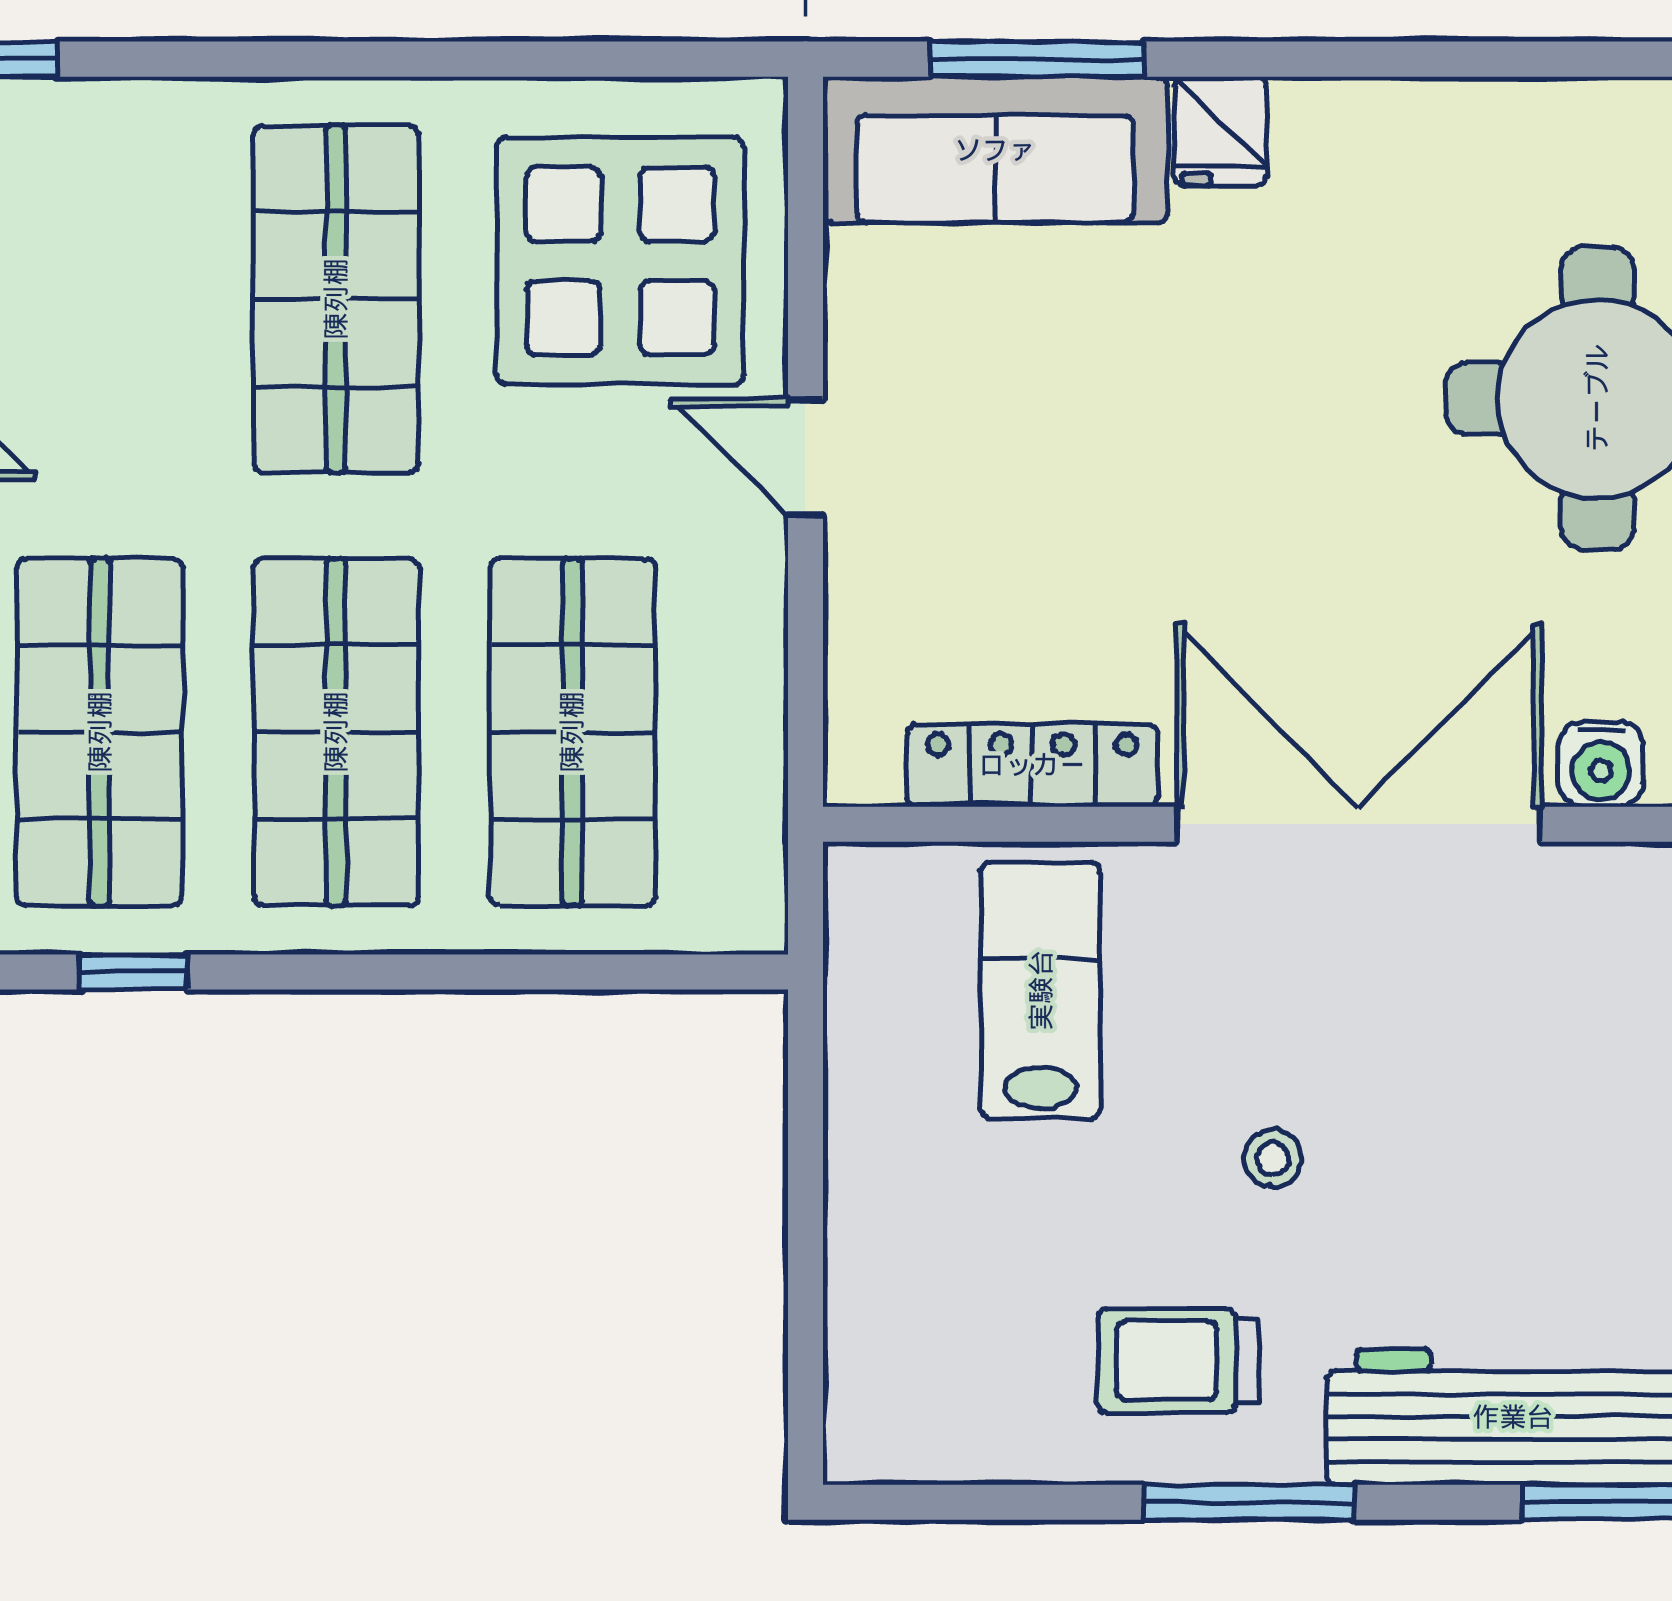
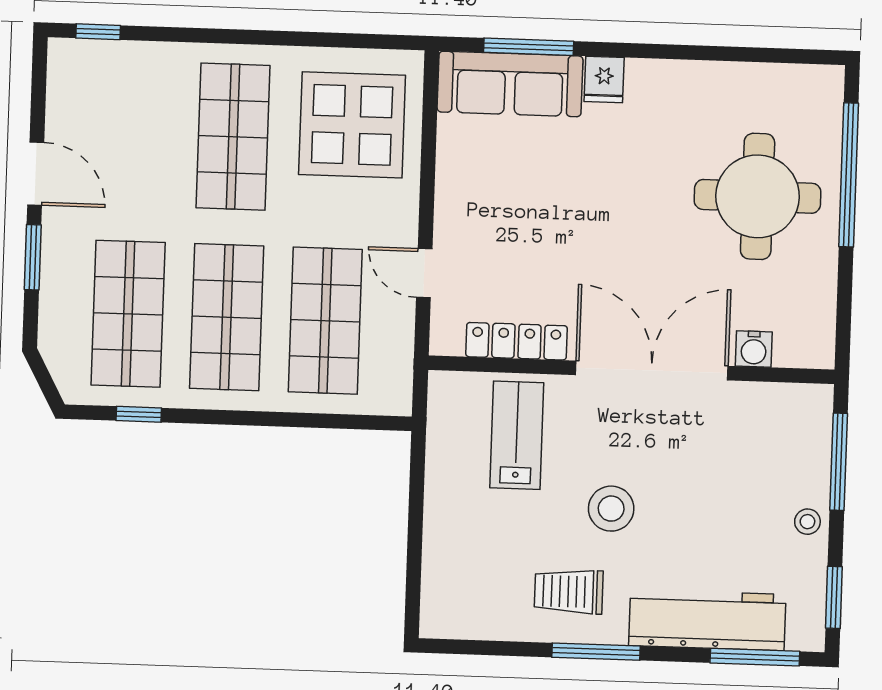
door: (805, 458) -> (424, 273), moved
stool: (1273, 1158) -> (611, 509), width x1.89, depth x1.89

